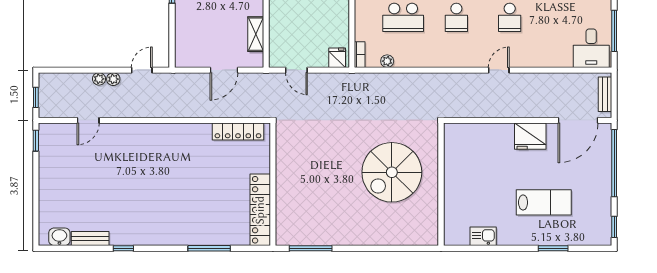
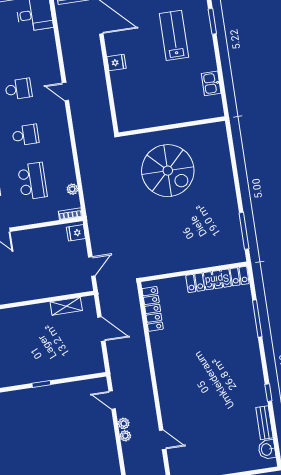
fridge: (530, 136) -> (117, 63), width x0.53, depth x0.75

